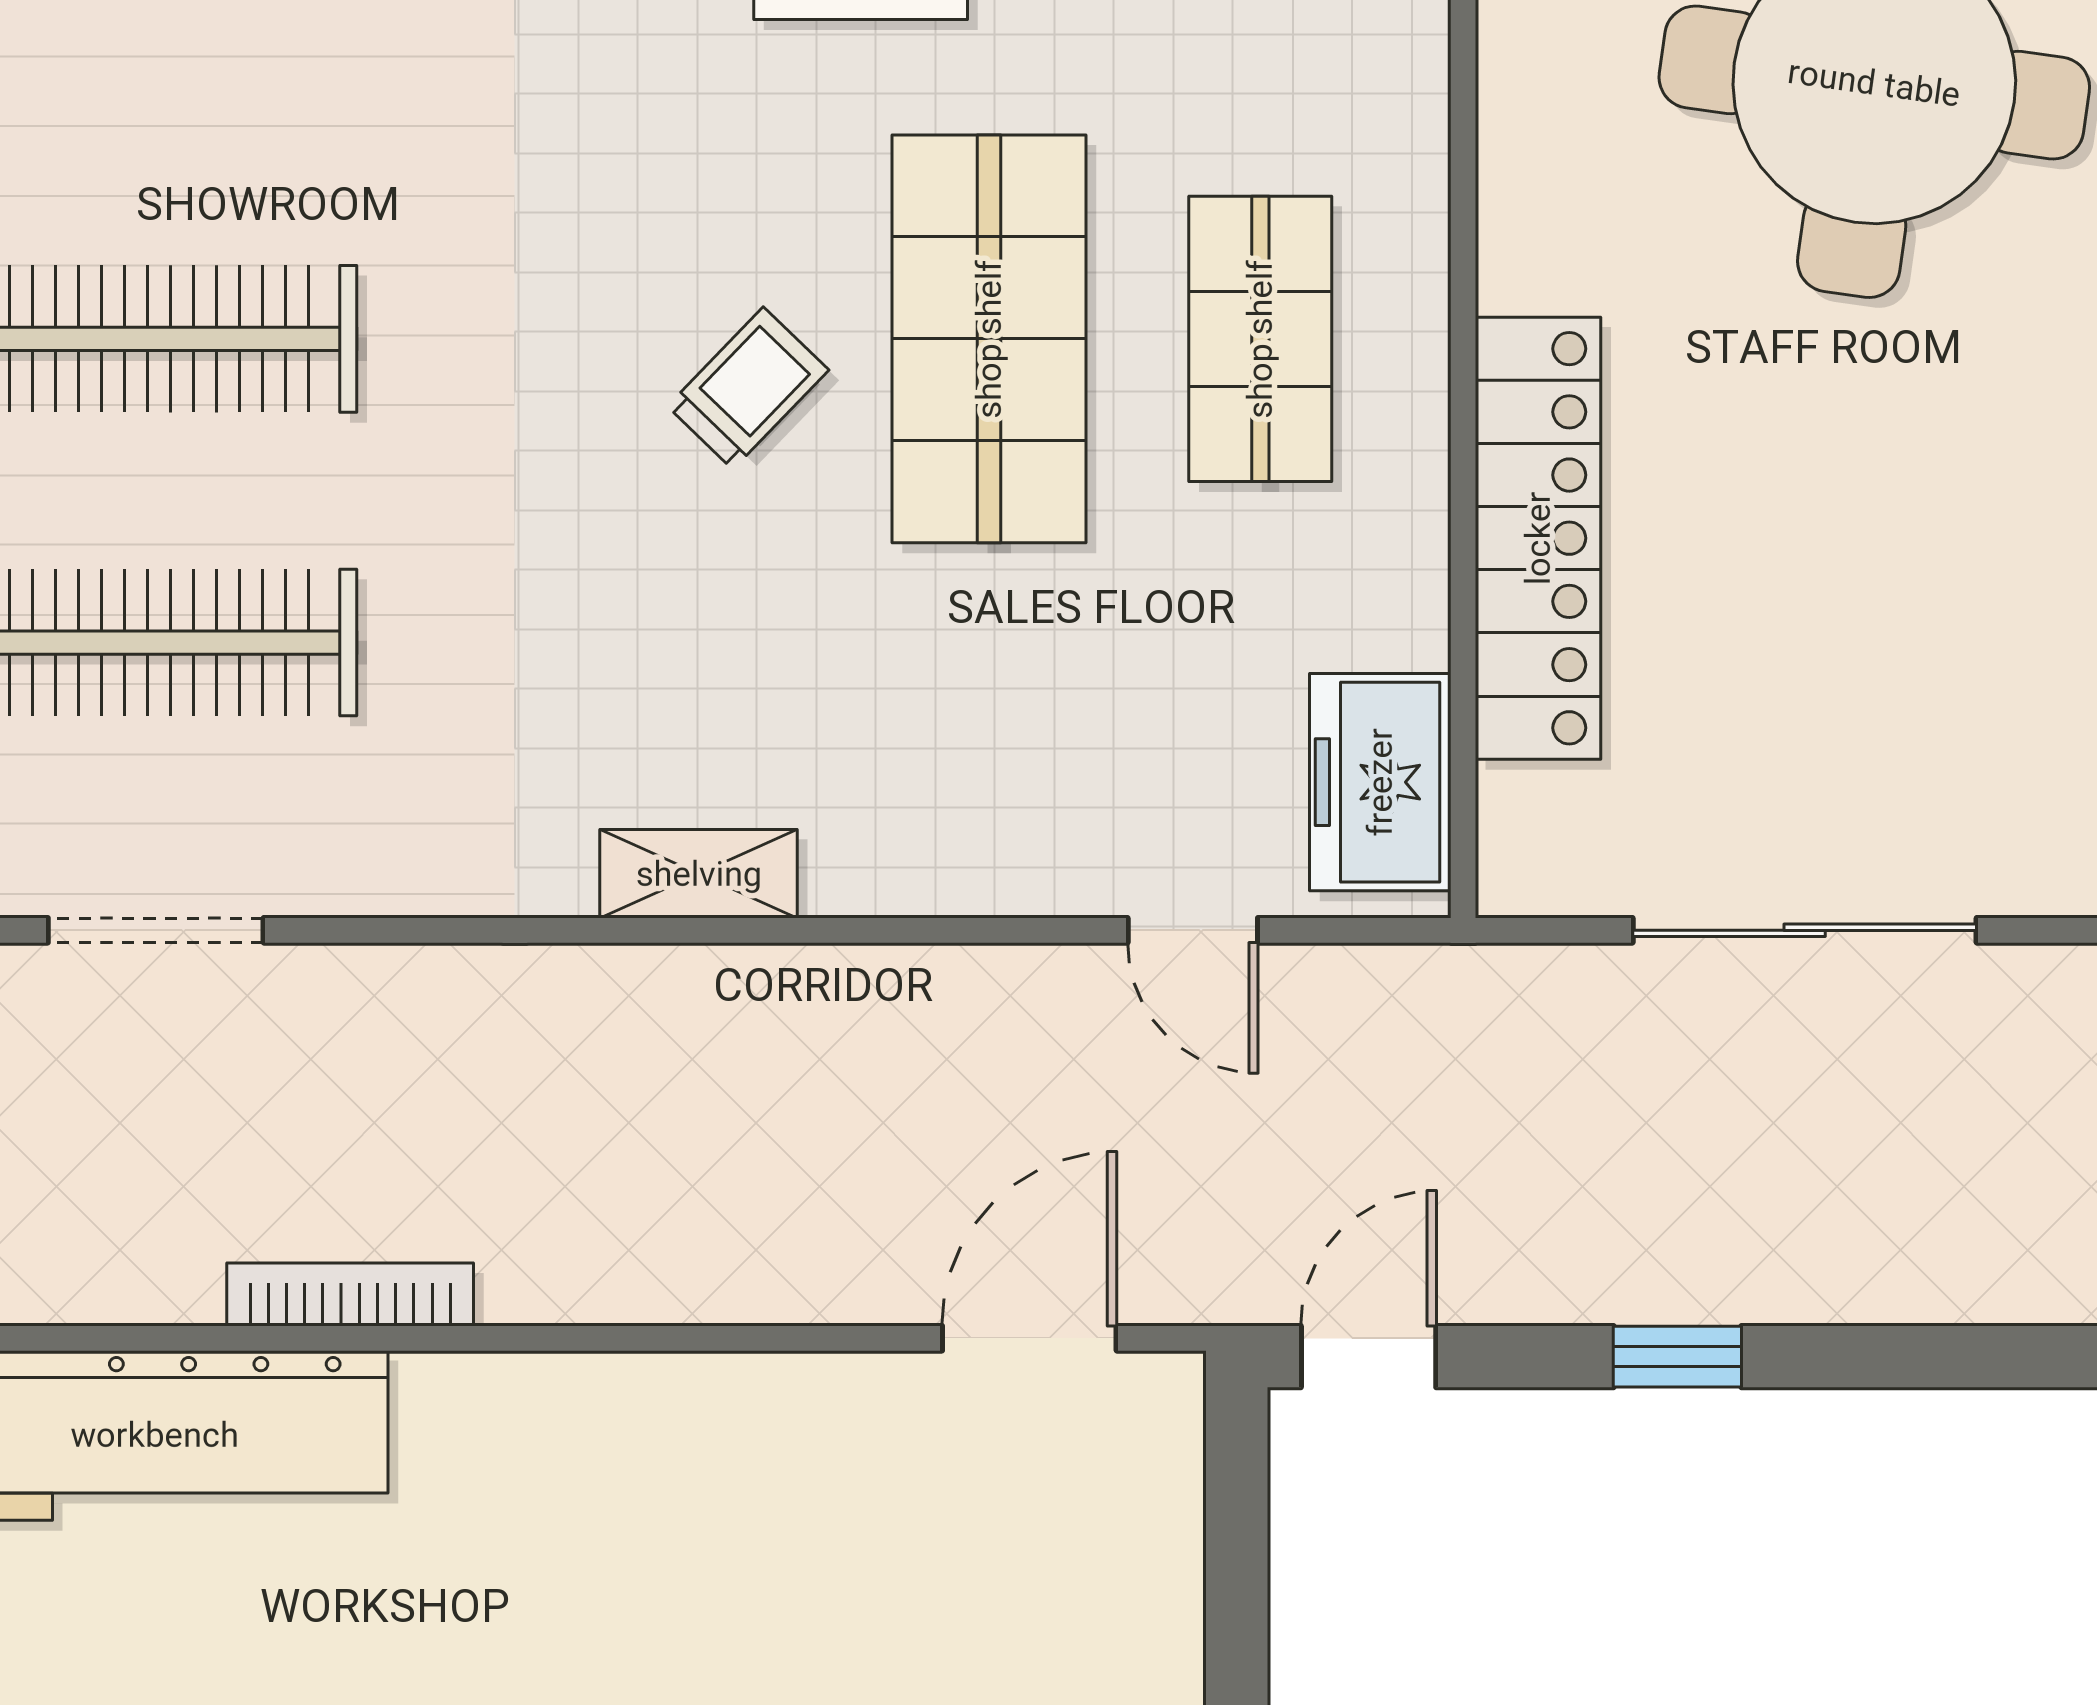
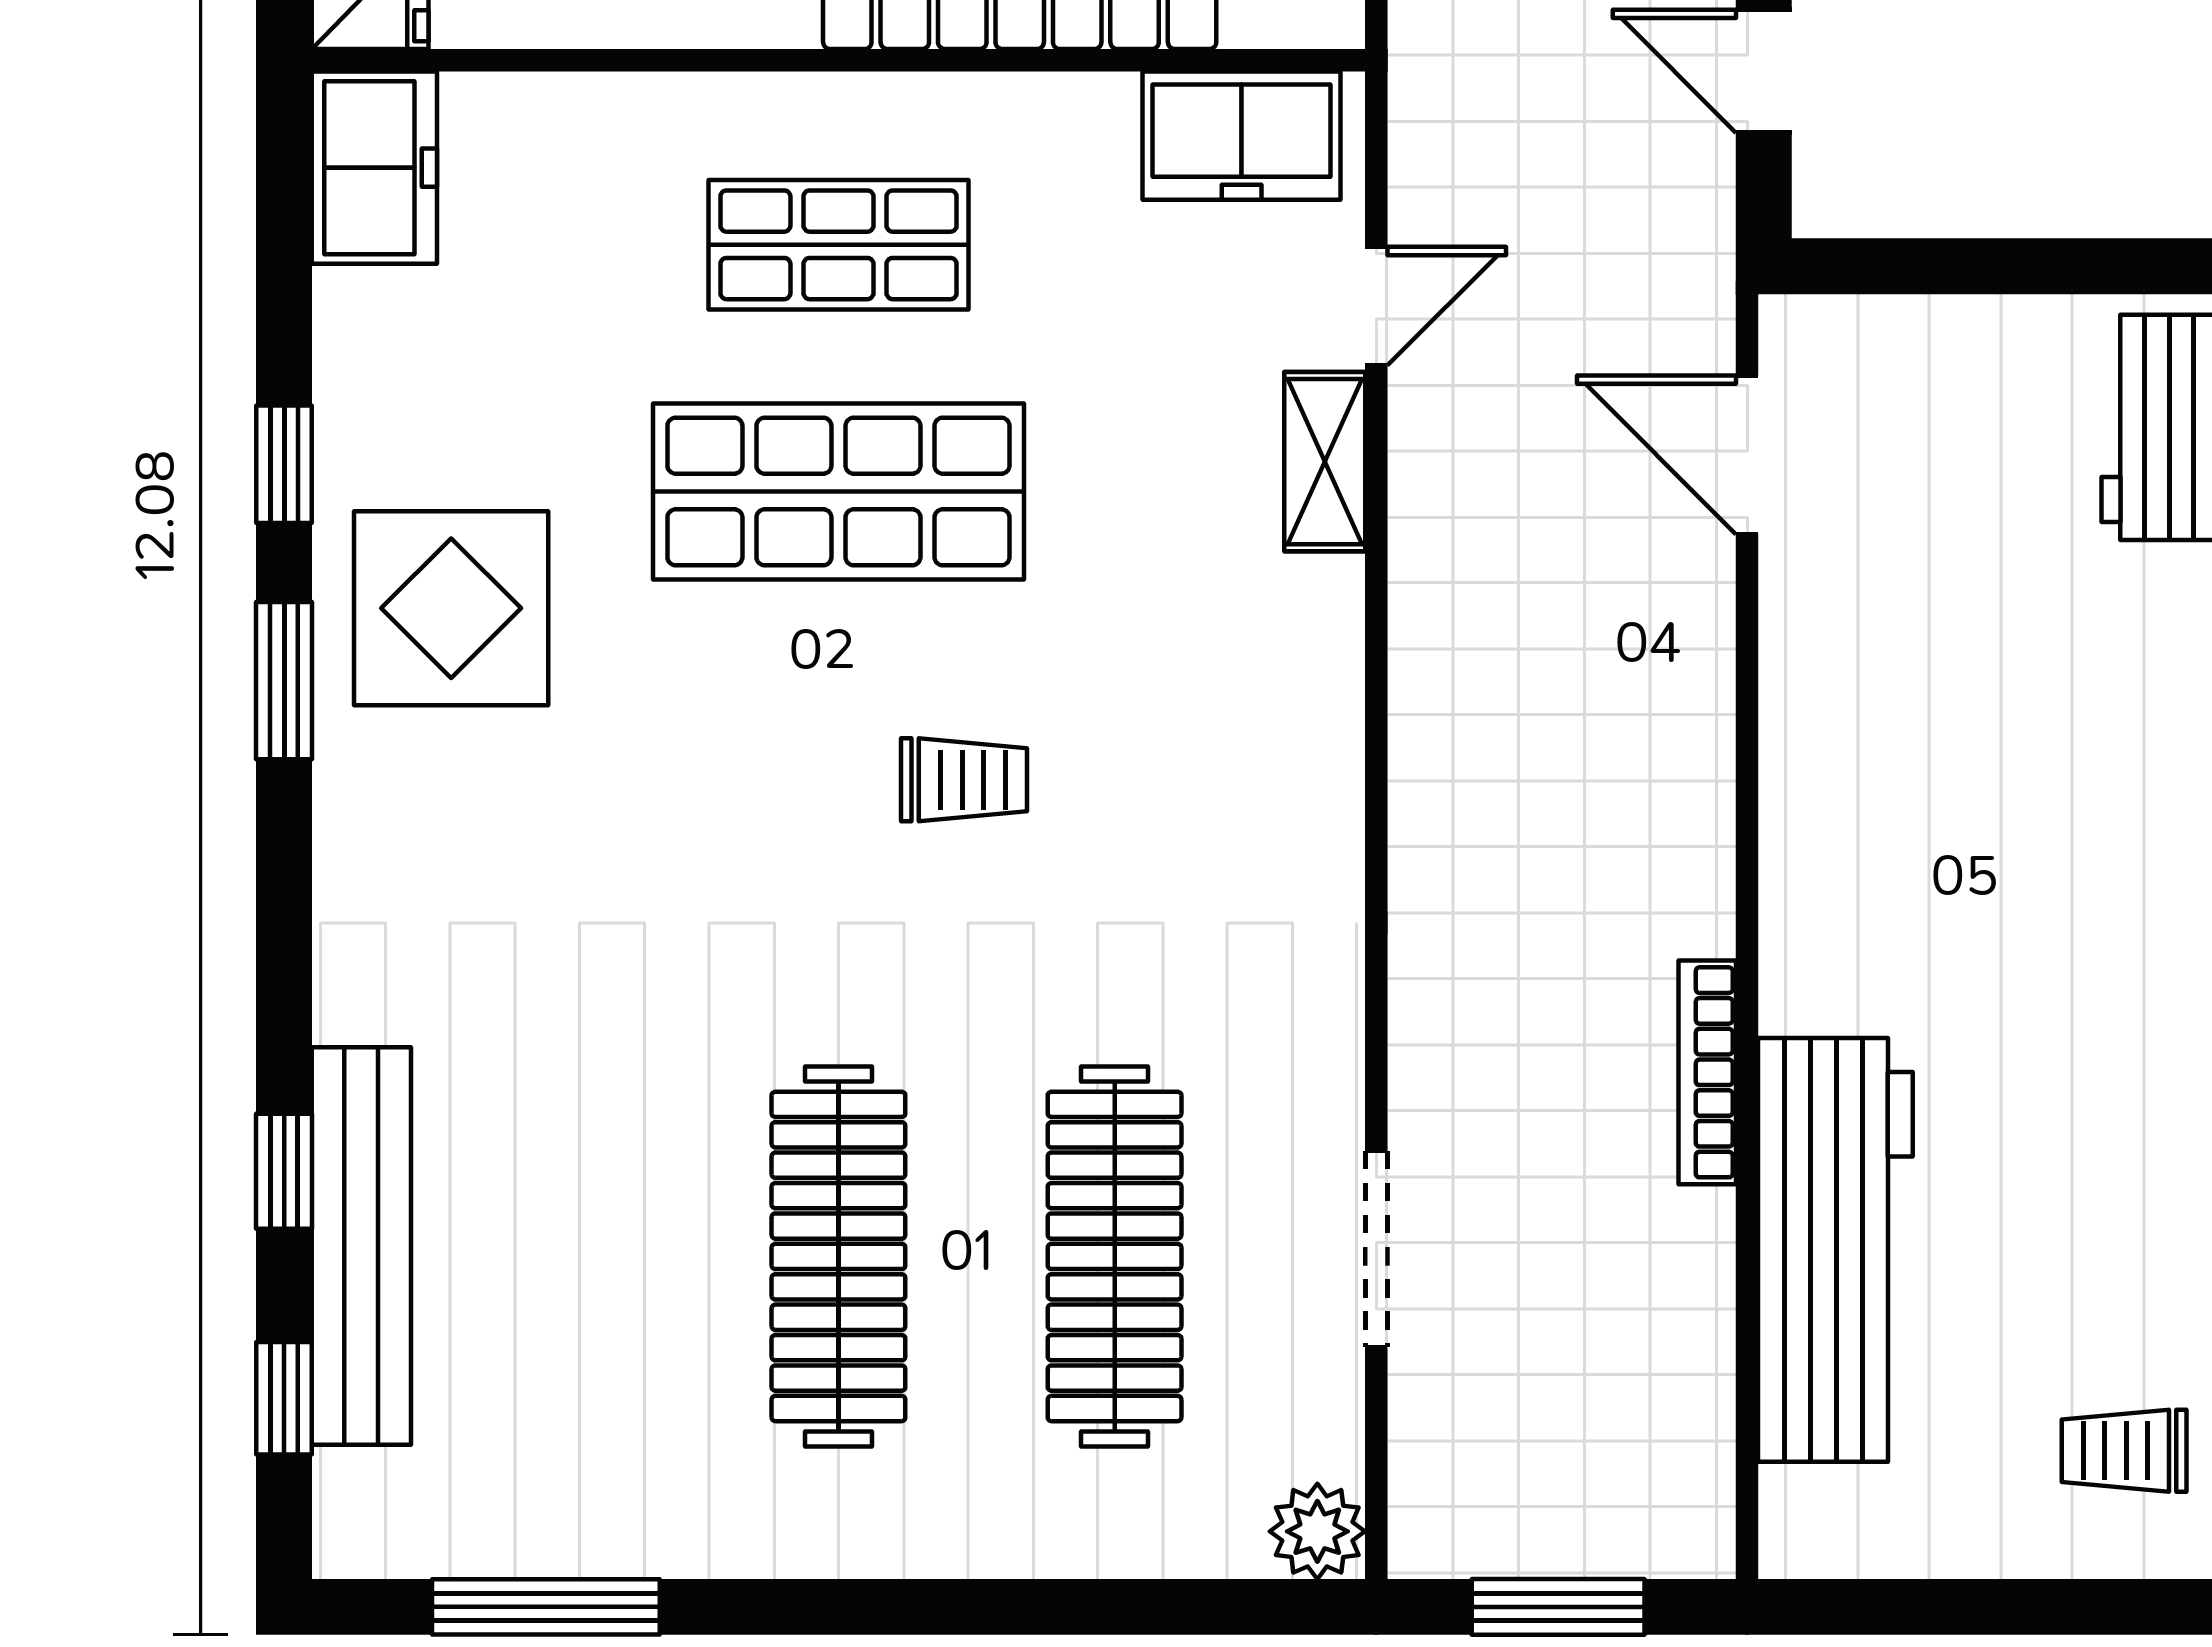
trolley: (748, 388) -> (964, 780), moved, turned 136
shelving: (699, 874) -> (1325, 462), moved
door: (1369, 1357) -> (1764, 71), moved

